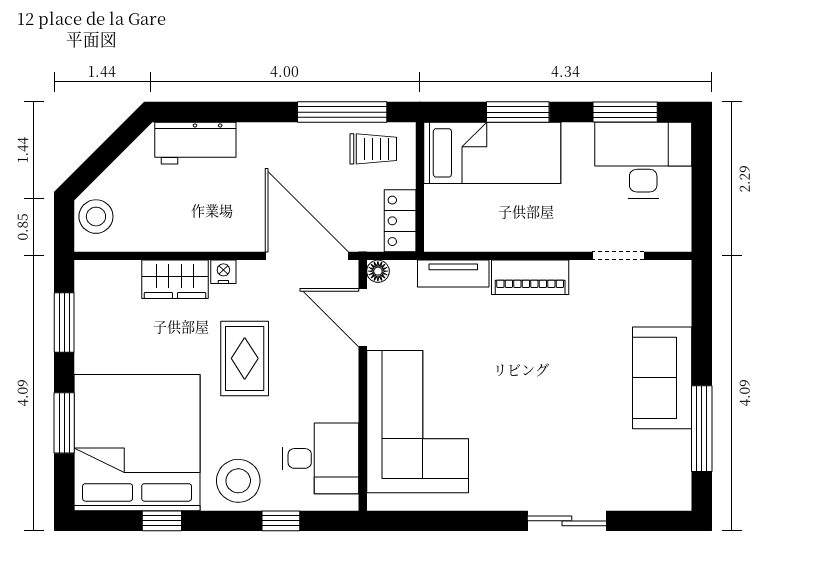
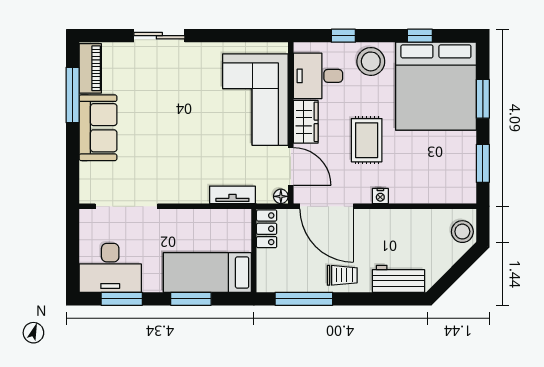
trolley: (373, 149) -> (342, 275), moved, turned 180
doorway: (618, 256) -> (126, 206), width x1.88
piano: (530, 277) -> (90, 68), moved, turned 90
wardrobe: (175, 279) -> (306, 122), moved, turned 90

